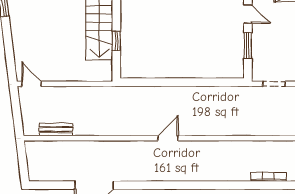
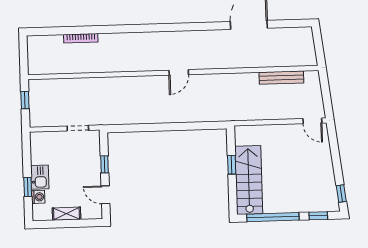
window: (248, 45) -> (104, 164), width x0.67
bench: (56, 130) -> (281, 78), width x1.36

